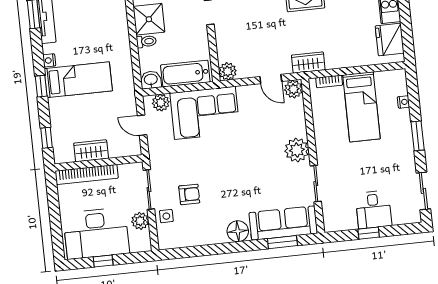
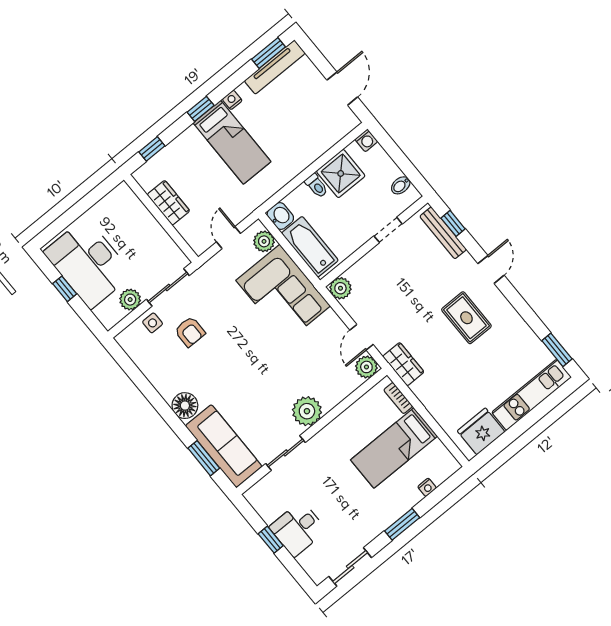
bookcase: (87, 175) -> (141, 214), removed

